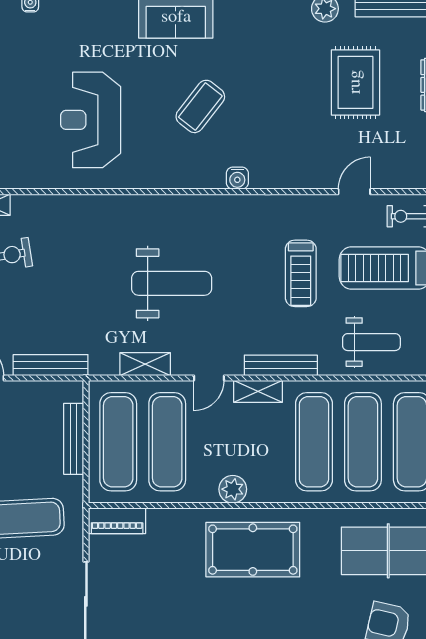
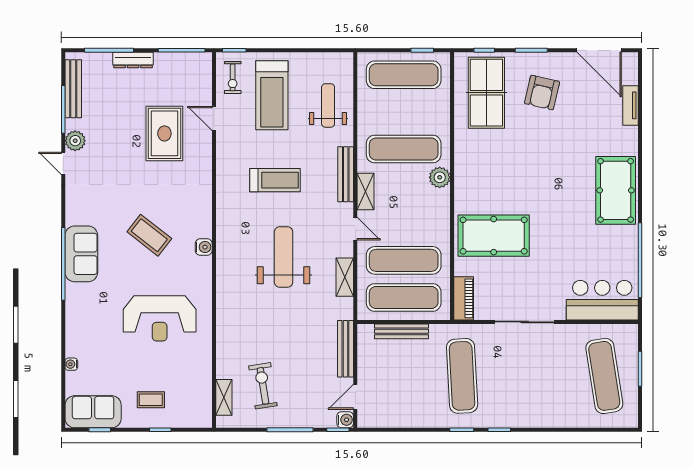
rug: (355, 82) -> (164, 133), moved, turned 90
water cooler: (237, 178) -> (204, 247), moved
treadmill: (301, 273) -> (275, 180), moved
exercise mat: (363, 442) -> (404, 112), removed
plant: (233, 489) -> (440, 177), moved
pool table: (253, 550) -> (494, 236), moved, turned 90

